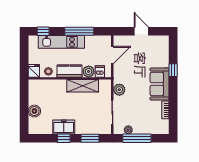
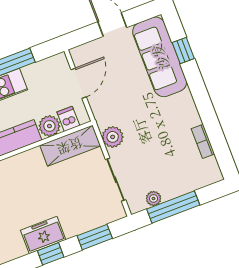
window: (173, 70) -> (183, 51), moved
sofa: (160, 84) -> (160, 57), moved, width x1.36
shelving: (83, 86) -> (70, 146), moved

